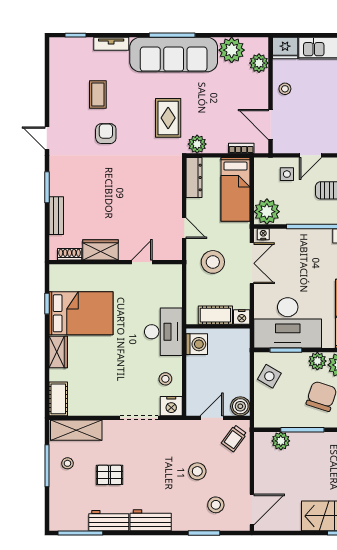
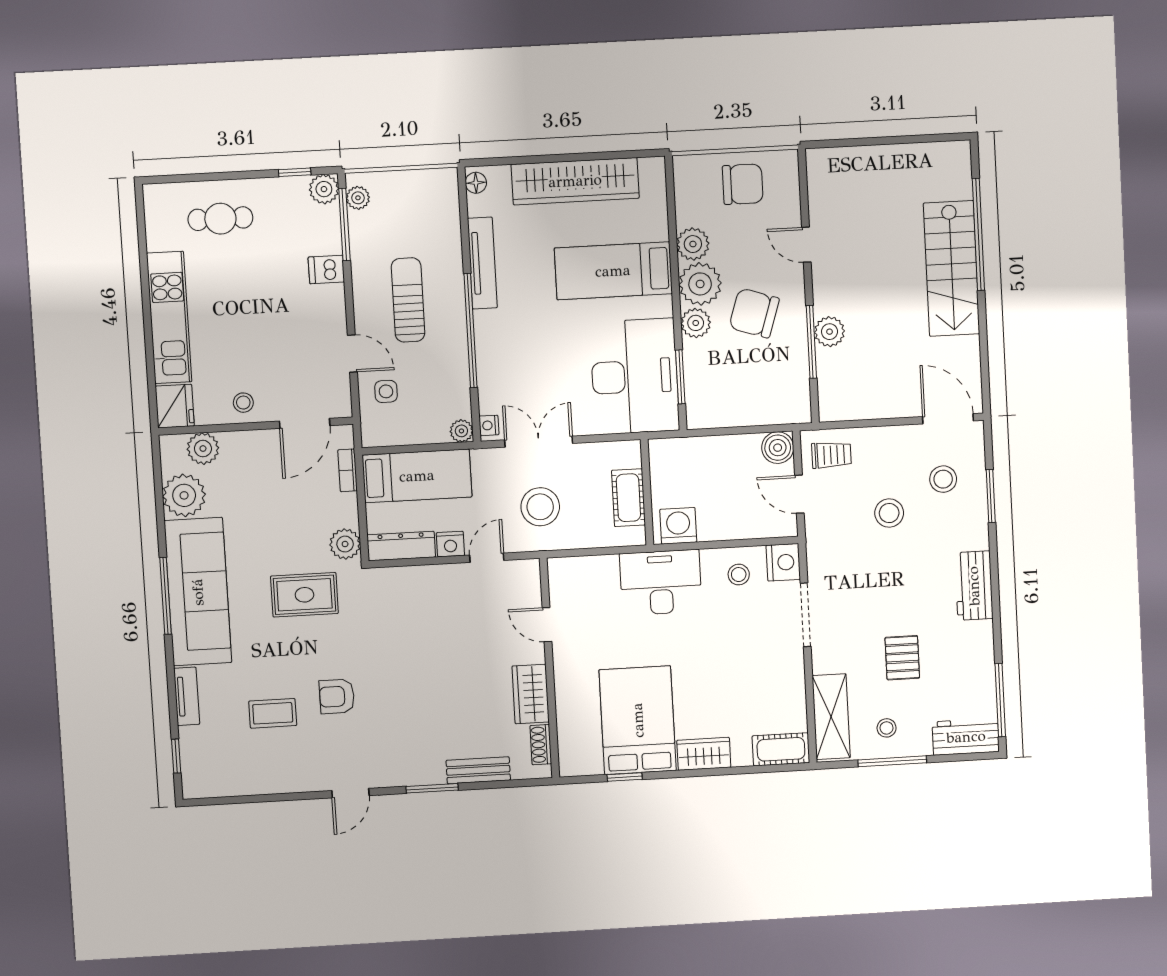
plant: (267, 212) -> (461, 431), width x0.53, depth x0.53
nightstand: (242, 317) -> (450, 544), moved, turned 90
side table: (269, 376) -> (725, 402), removed
trolley: (234, 438) -> (831, 455), turned -36
plant: (281, 441) -> (830, 332), moved
workbench: (109, 521) -> (966, 737), moved, turned 90

